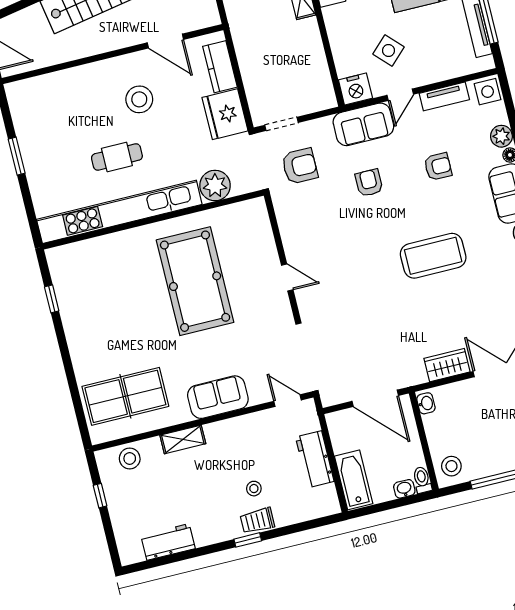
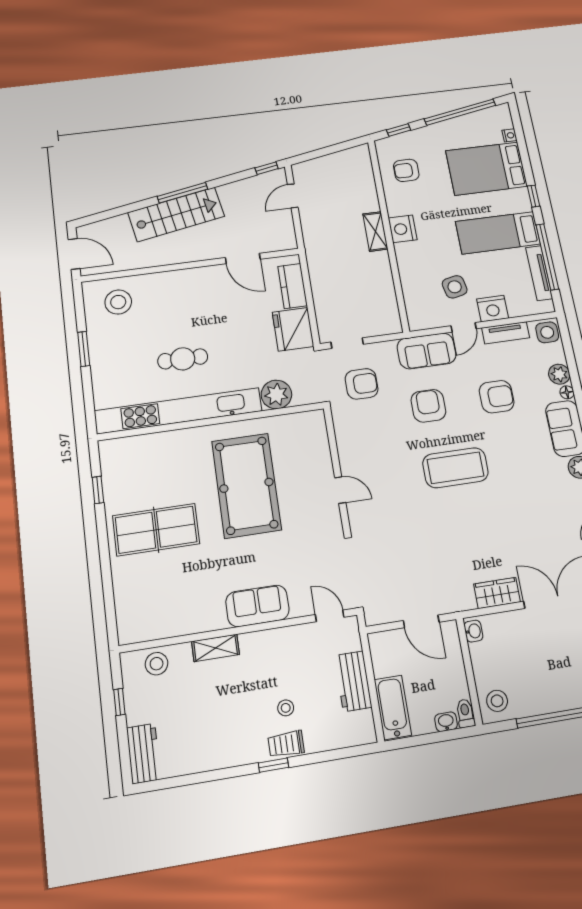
side table: (389, 51) -> (455, 287), turned 33
nightstand: (355, 89) -> (493, 309), moved
stool: (139, 99) -> (118, 302), moved
armchair: (438, 167) -> (497, 397), width x1.38, depth x1.38
armchair: (369, 183) -> (428, 406), width x1.38, depth x1.38
coffee table: (433, 256) -> (455, 468), moved
table tennis table: (125, 396) -> (156, 530), moved
door: (375, 398) -> (421, 621), width x0.73
workbench: (168, 542) -> (144, 754), moved, turned 90

